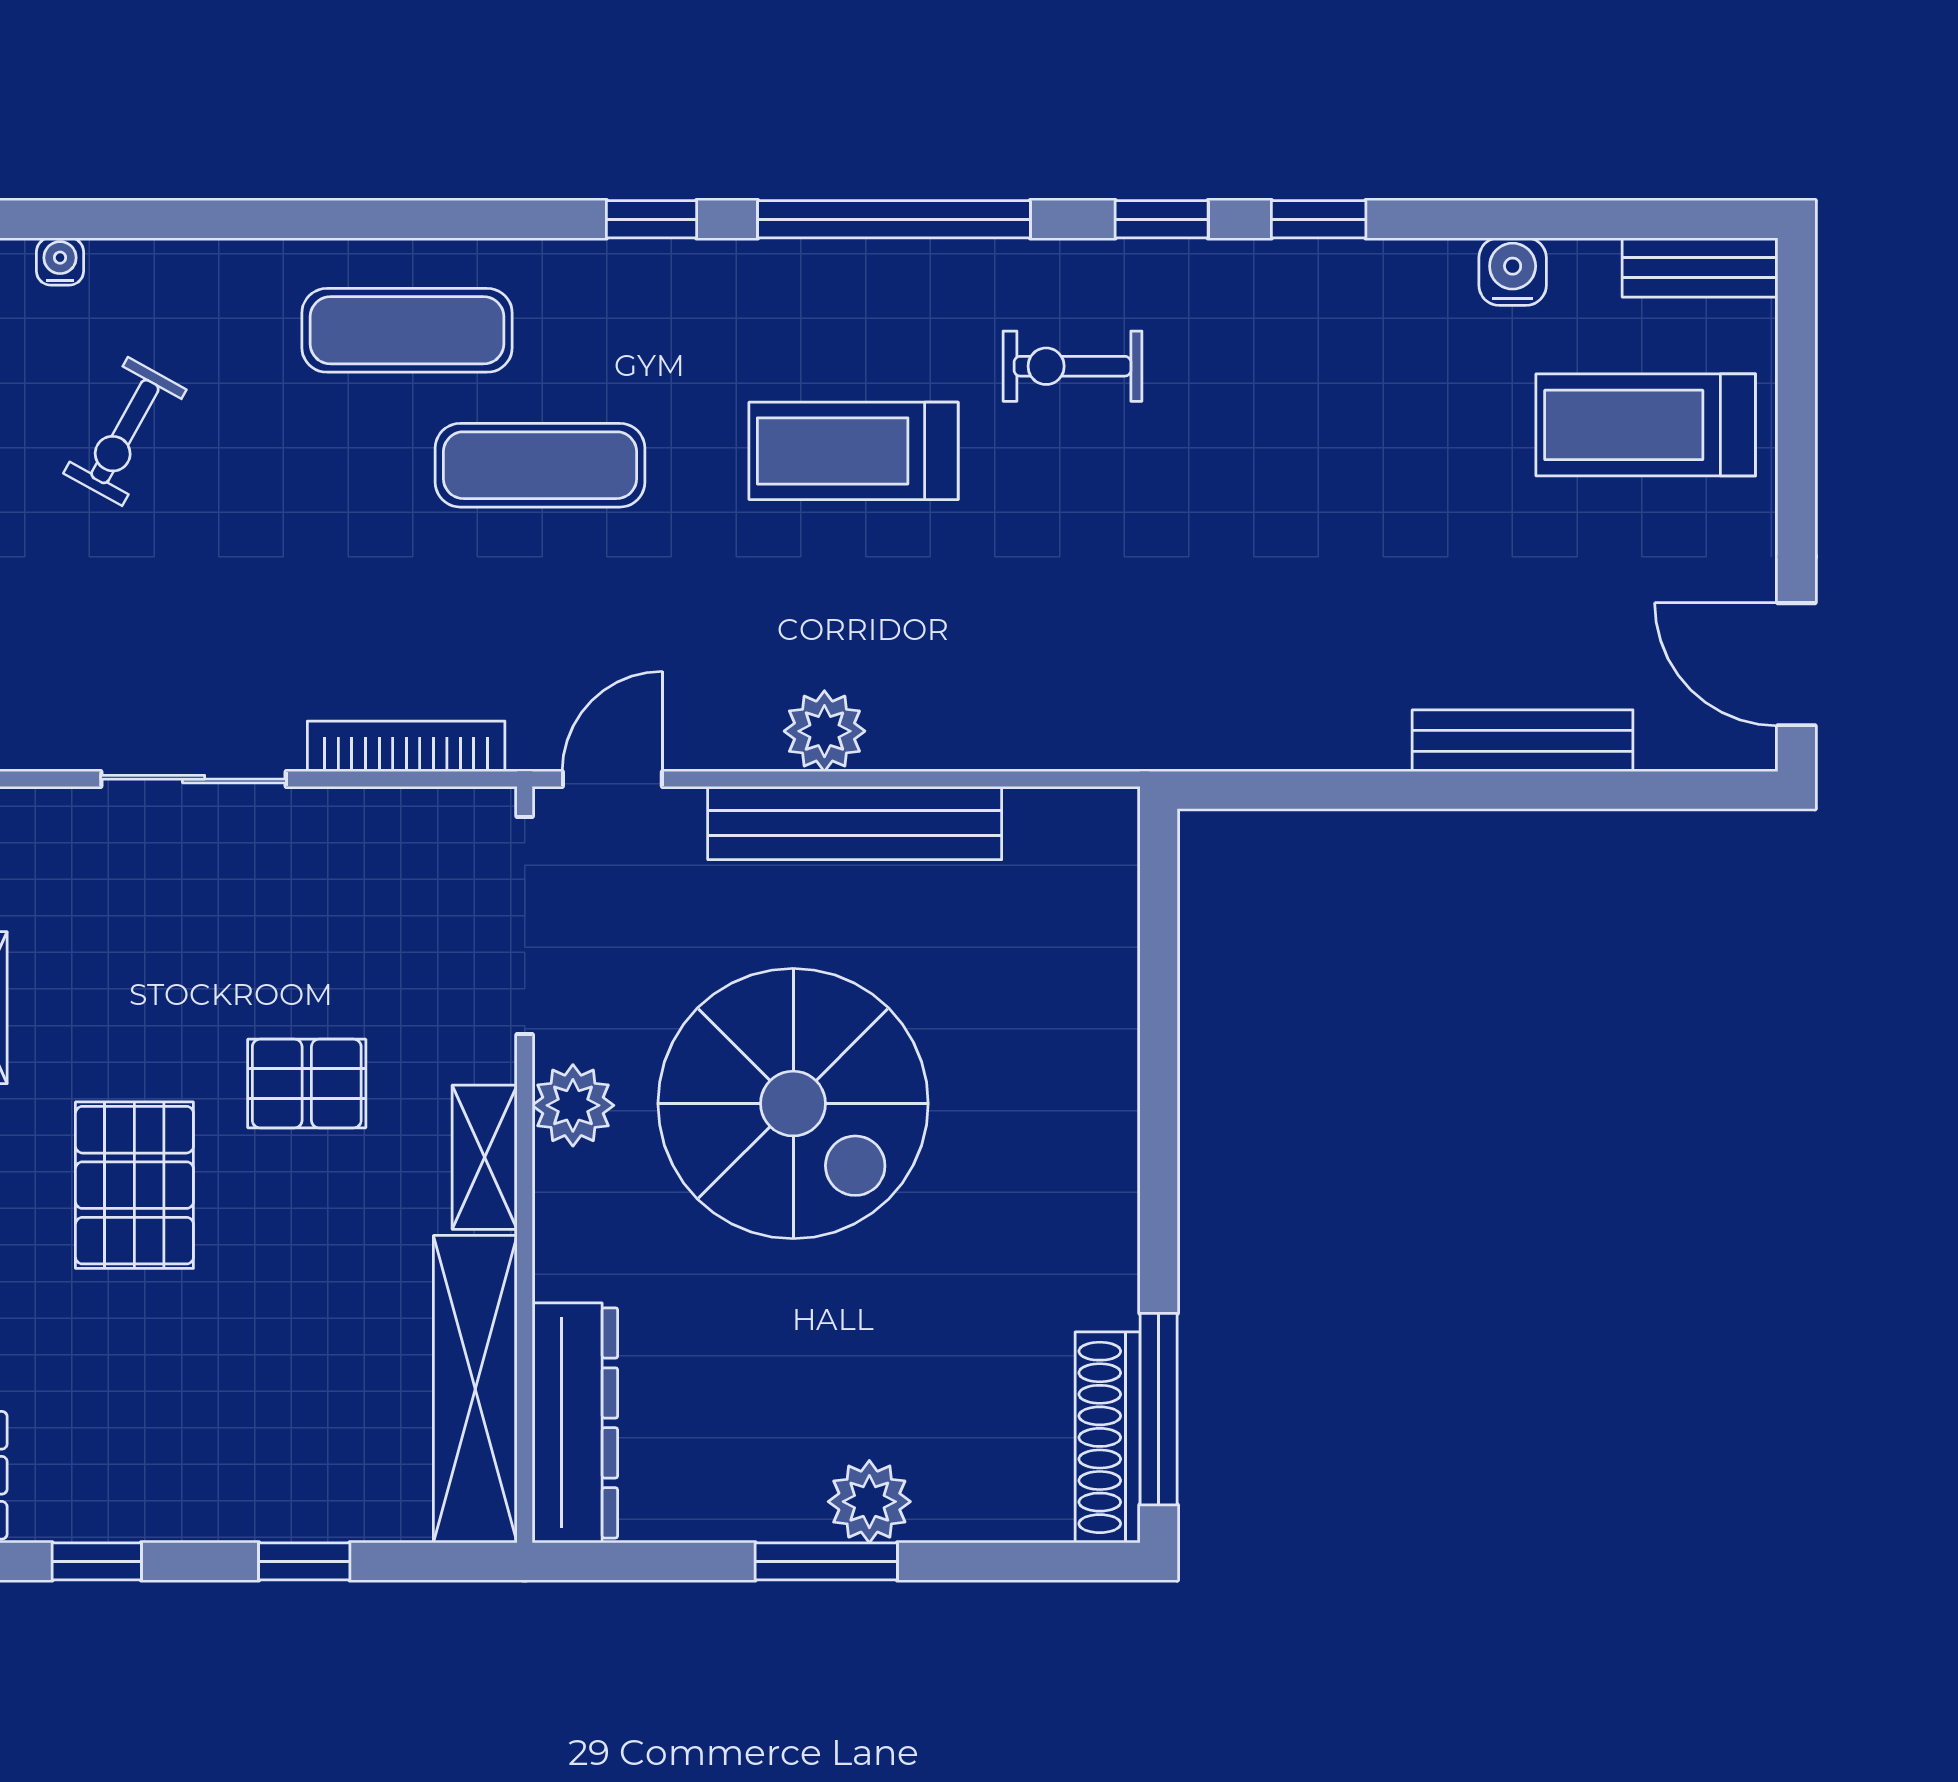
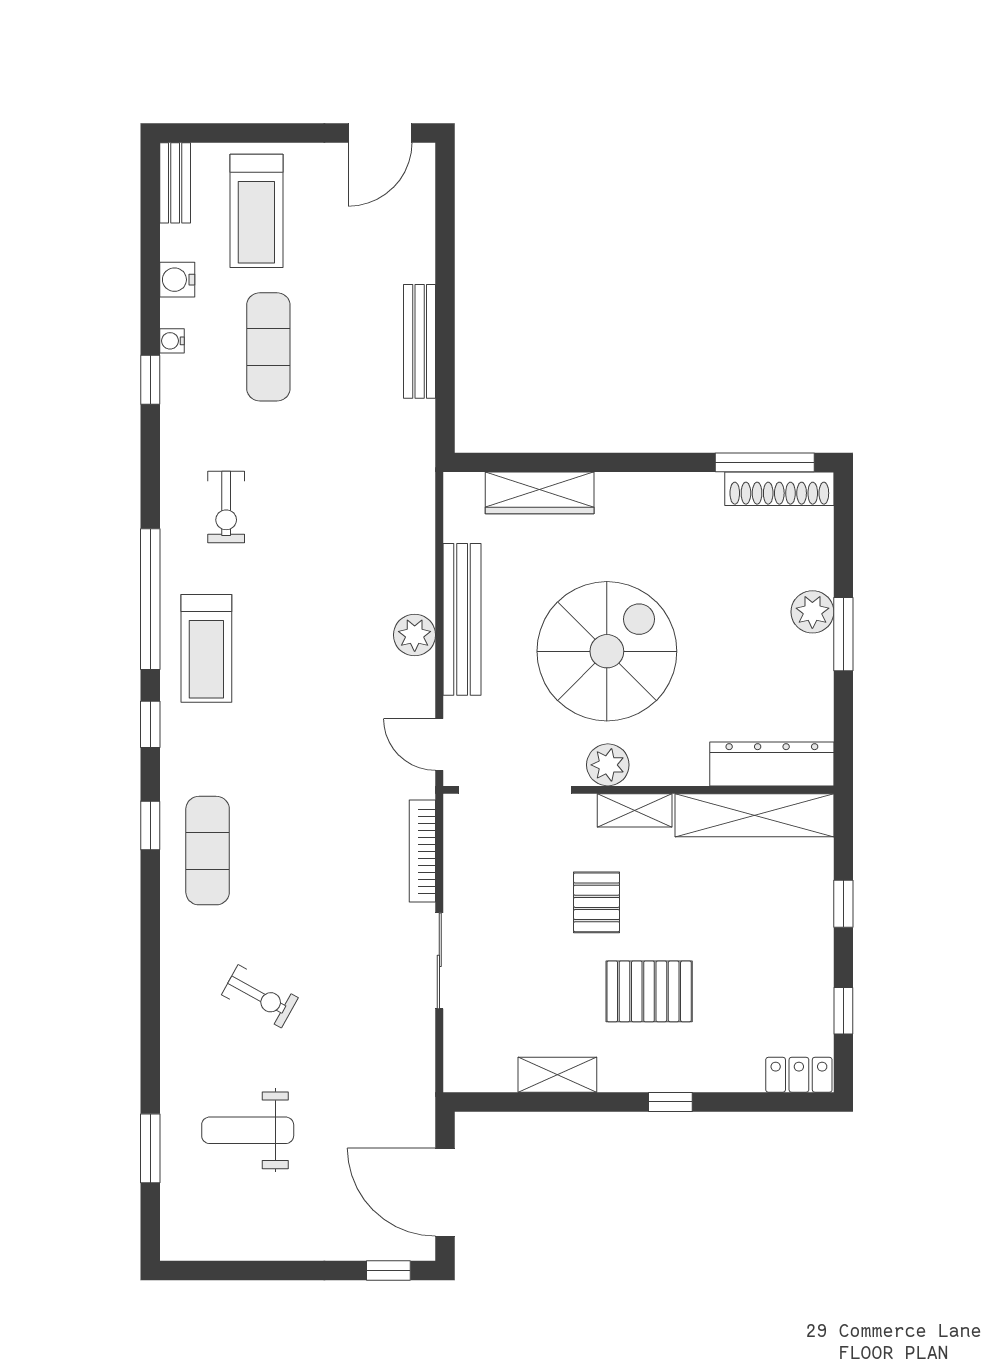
window: (1162, 219) -> (150, 825), moved
water cooler: (60, 261) -> (172, 341), moved
treadmill: (854, 451) -> (206, 648), moved
exercise mat: (540, 465) -> (268, 347), moved
bench: (1523, 741) -> (420, 341), moved
wardrobe: (1100, 973) -> (540, 493), added

